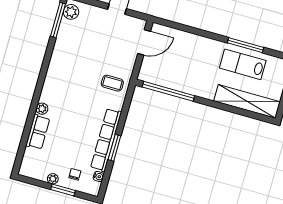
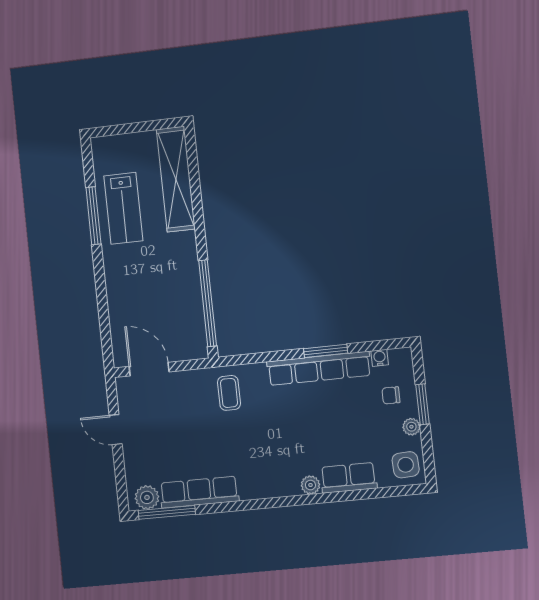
row of seats: (62, 43) -> (199, 492), added
side table: (33, 167) -> (406, 465), added

